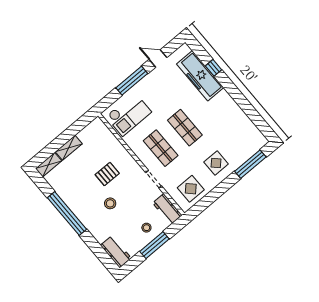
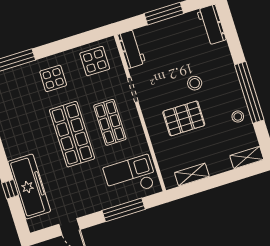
window: (132, 81) -> (124, 210), moved
shop shelf: (185, 128) -> (72, 134), width x1.43, depth x1.36
shelving: (69, 148) -> (192, 175), moved
pallet: (107, 174) -> (184, 118), width x1.50, depth x1.42
stool: (146, 228) -> (238, 117), moved

